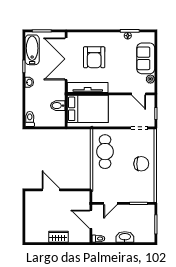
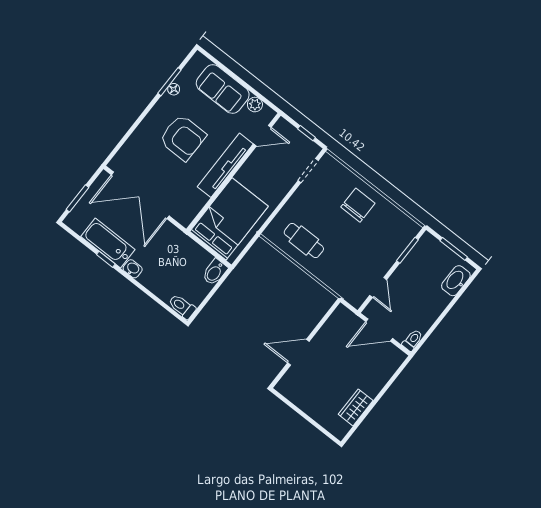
bathtub: (32, 50) -> (108, 243), moved
armchair: (94, 57) -> (183, 138), moved
tv unit: (88, 87) -> (225, 165), moved
bidet: (58, 106) -> (215, 272), moved
cafe table: (105, 152) -> (304, 241), width x0.73, depth x0.74
wardrobe: (58, 237) -> (356, 407), moved
washbasin: (125, 237) -> (456, 281), moved

